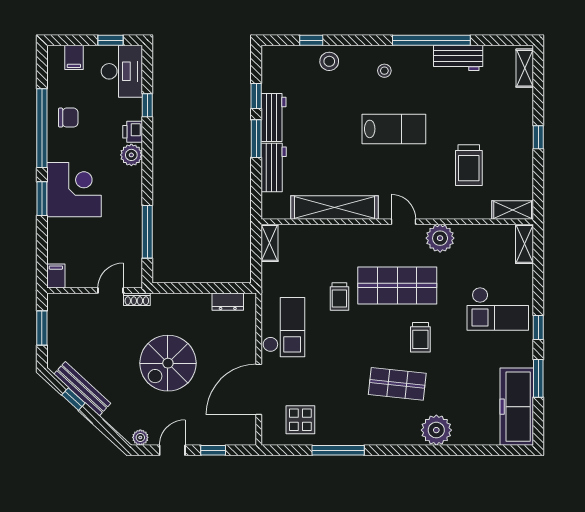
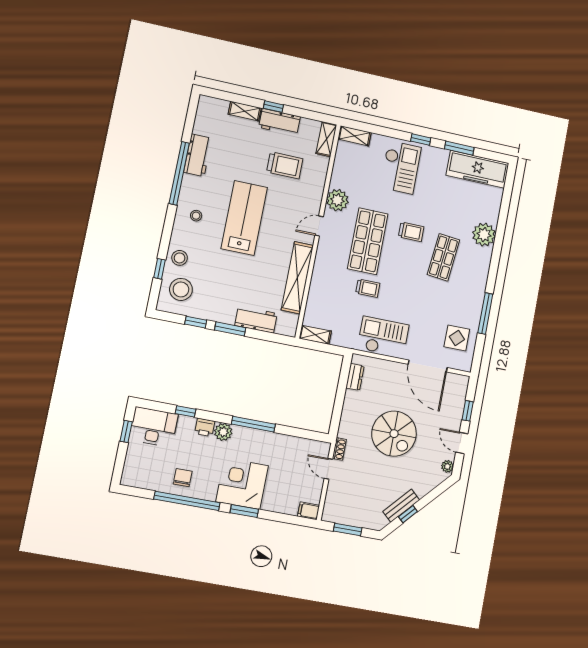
filing cabinet: (74, 57) -> (134, 464), removed
shelving: (525, 68) -> (245, 111), moved
stool: (292, 71) -> (181, 289), added
workbench: (273, 117) -> (279, 122), moved, turned 180
lab bench: (394, 129) -> (244, 218), width x1.36, depth x1.39
window: (147, 232) -> (253, 424), moved
bench: (82, 389) -> (401, 506), width x0.73

